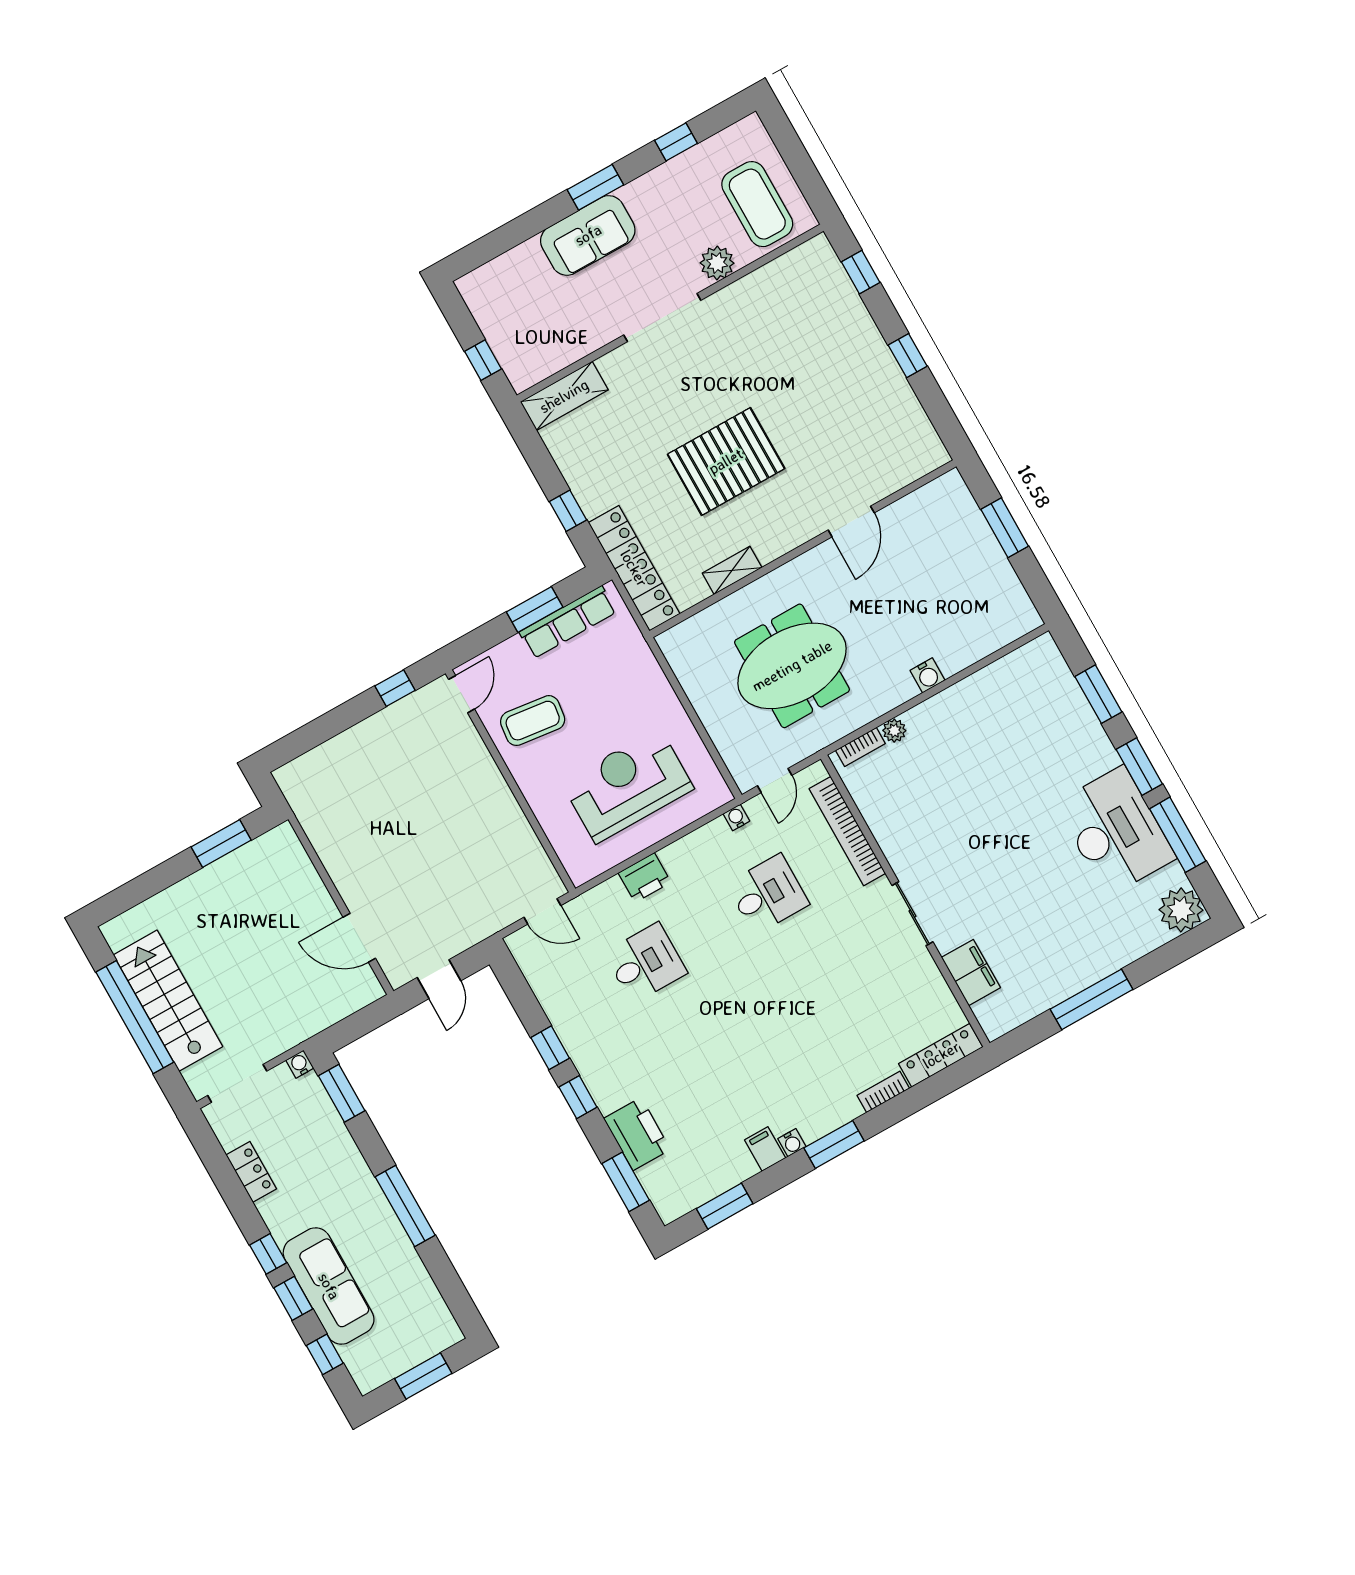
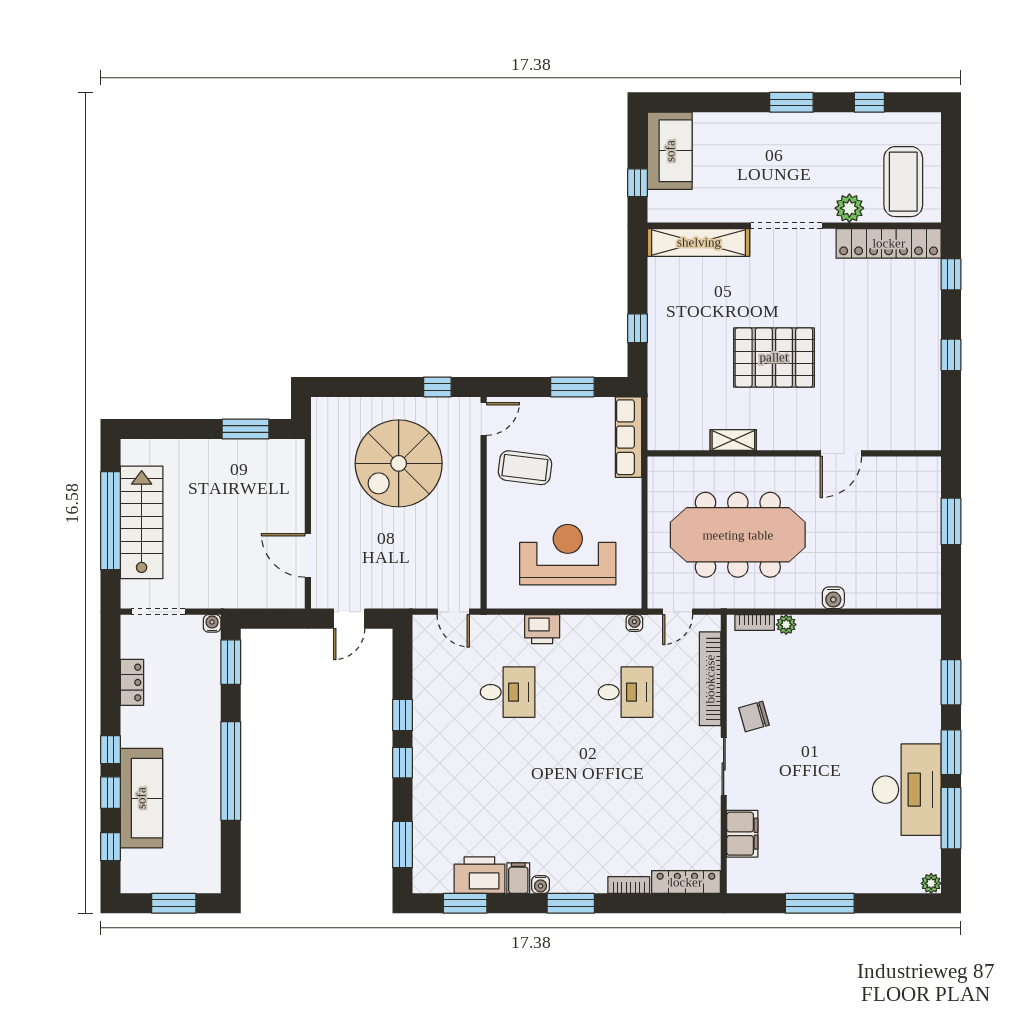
sofa: (588, 235) -> (670, 151), moved, turned -90
shelving: (564, 396) -> (699, 242), width x1.47
locker: (634, 568) -> (889, 243), moved, turned 90
row of seats: (568, 622) -> (629, 437), moved, turned 90
meeting table: (792, 666) -> (738, 535), width x1.36
spiral stairs: (400, 790) -> (399, 463), added
chair: (915, 844) -> (754, 717), added
plant: (1181, 910) -> (931, 883), width x0.53, depth x0.53
printer: (637, 1134) -> (479, 875), moved, turned -90
window: (405, 1206) -> (231, 771), width x1.46

